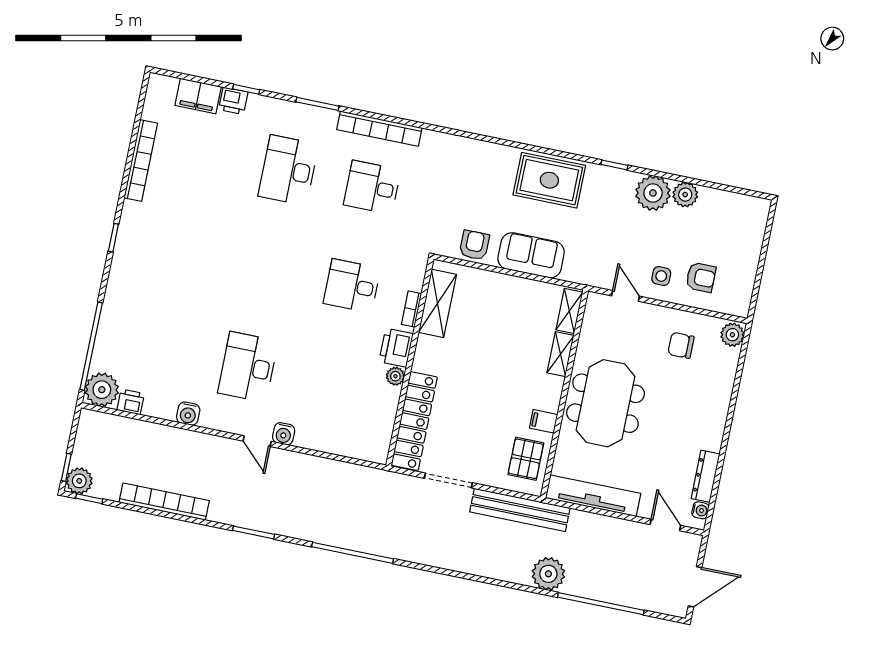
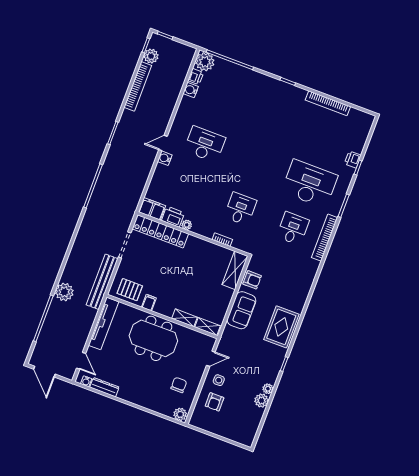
filing cabinet: (198, 96) -> (152, 209), moved, turned 90
desk: (288, 170) -> (310, 184), width x1.36, depth x1.30
plant: (653, 193) -> (268, 389), width x0.53, depth x0.53
shelving: (437, 303) -> (235, 270), moved, turned 90
printer: (396, 348) -> (173, 217), moved
water cooler: (188, 414) -> (191, 90), moved
plant: (79, 481) -> (151, 56), moved
door: (665, 525) -> (81, 361), hinge flipped

